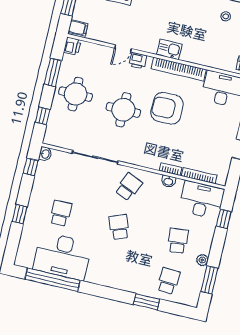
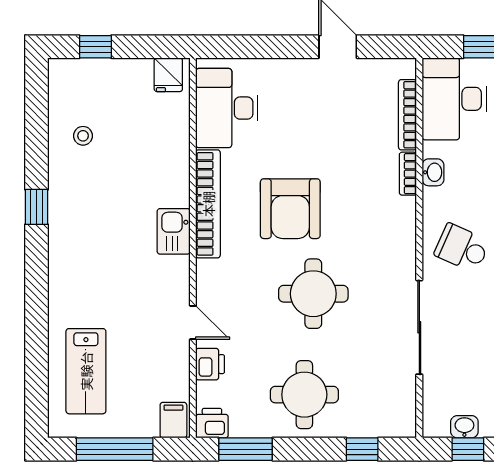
printer: (138, 61) -> (210, 364), moved
window: (53, 72) -> (245, 449), moved
washbasin: (45, 154) -> (464, 427), moved

